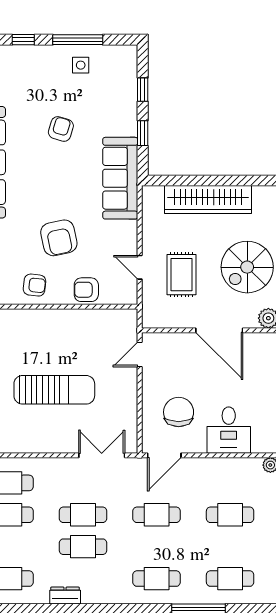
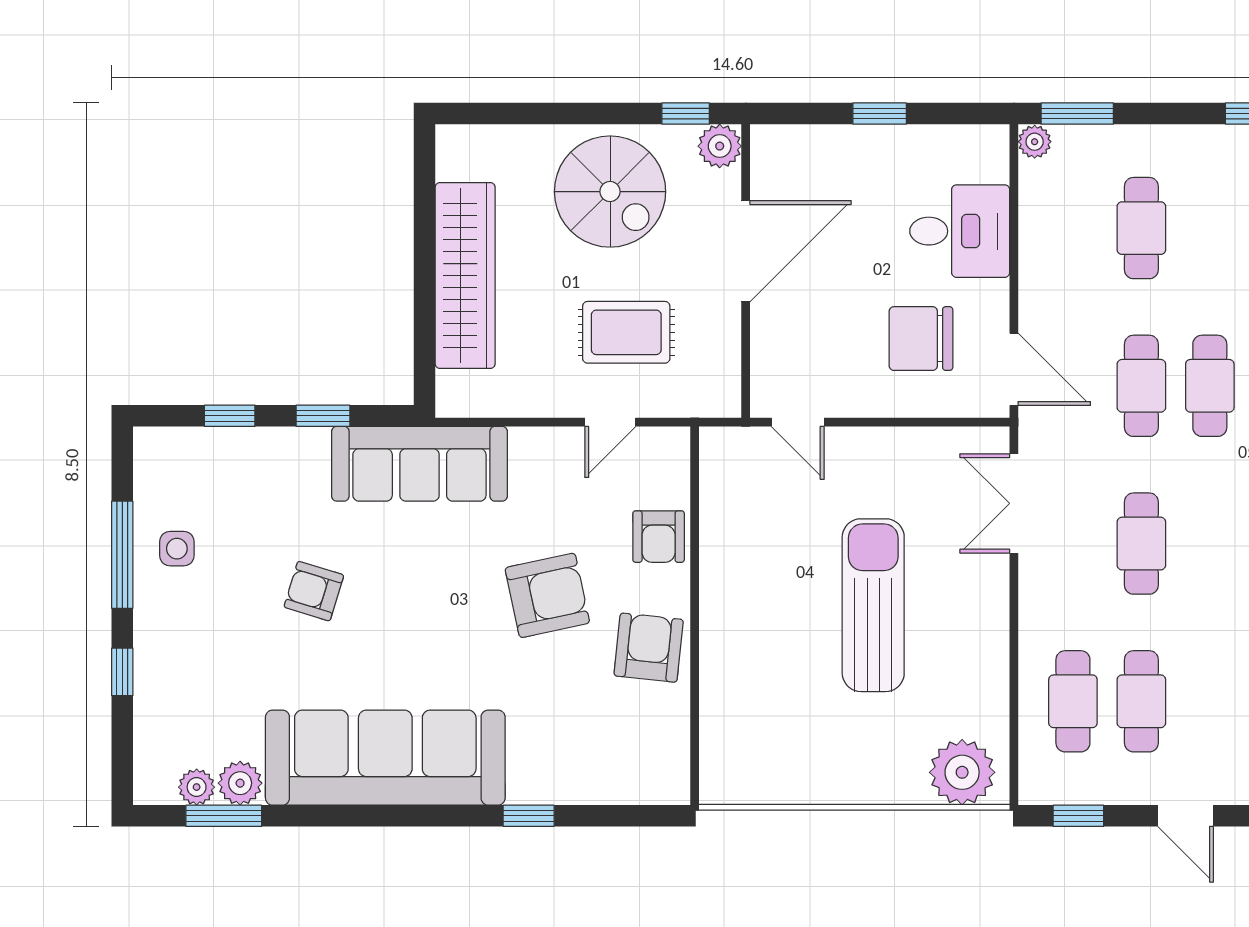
armchair: (34, 285) -> (649, 648), width x1.38, depth x1.38
cafe table: (83, 547) -> (1210, 386), moved

